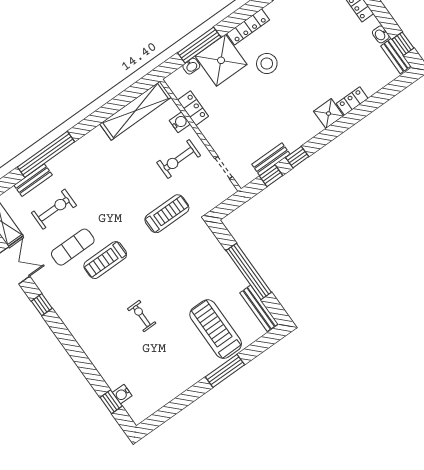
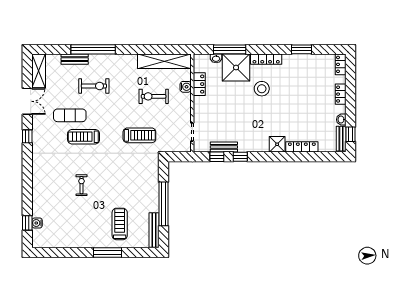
locker: (352, 101) -> (302, 147), width x1.53
exercise bike: (179, 159) -> (154, 96), moved
exercise bike: (54, 209) -> (94, 86), moved
treadmill: (216, 329) -> (120, 224), width x0.73, depth x0.73

